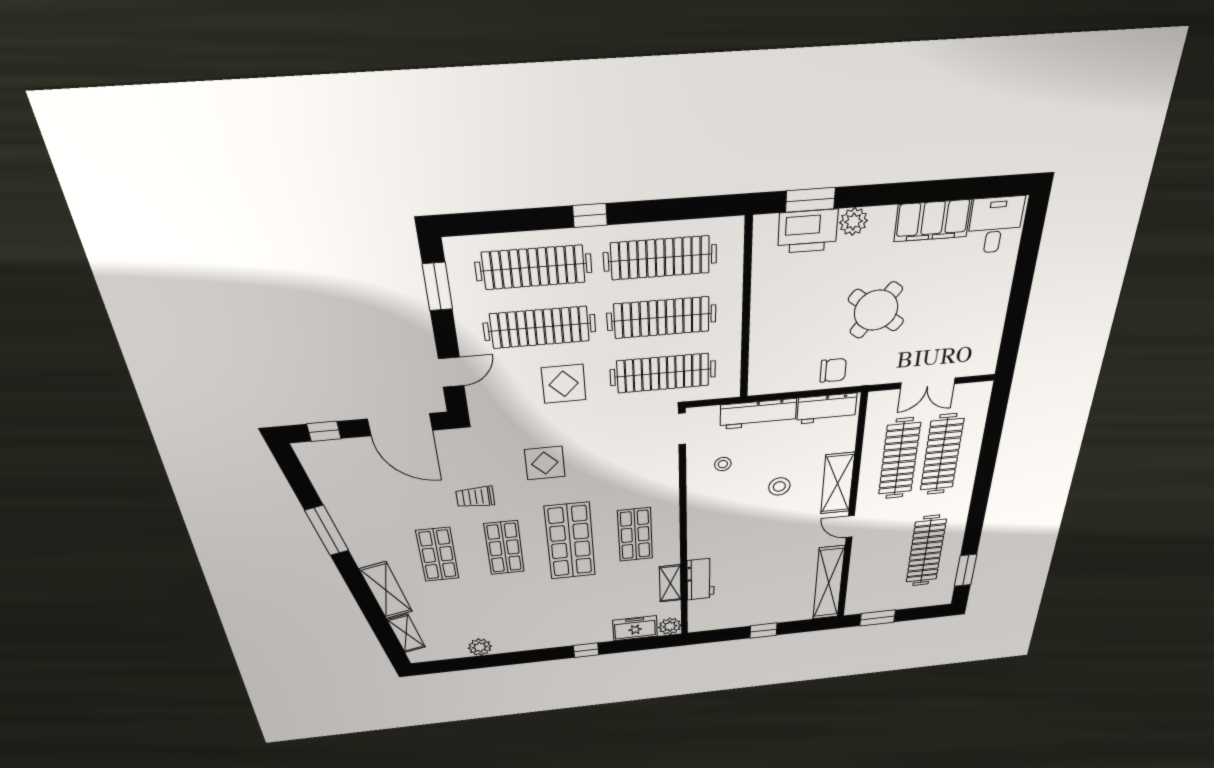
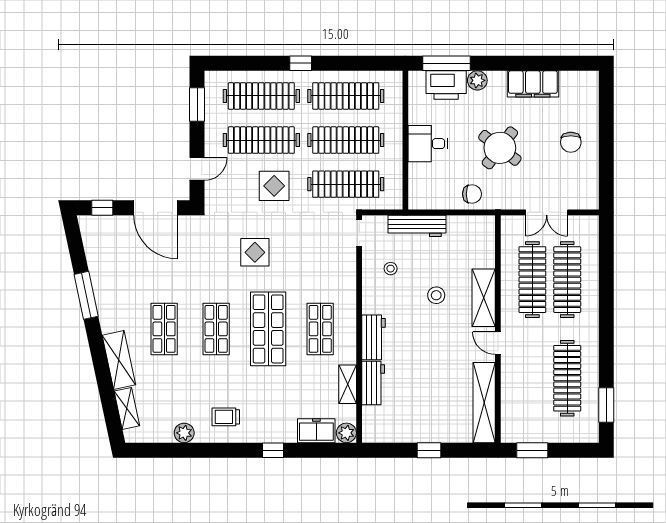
window: (810, 200) -> (447, 63), width x1.44
desk: (995, 225) -> (428, 144), moved, turned -90
chair: (973, 295) -> (571, 142), added
workbench: (827, 409) -> (373, 337), moved, turned -90
trolley: (475, 497) -> (226, 417), moved

